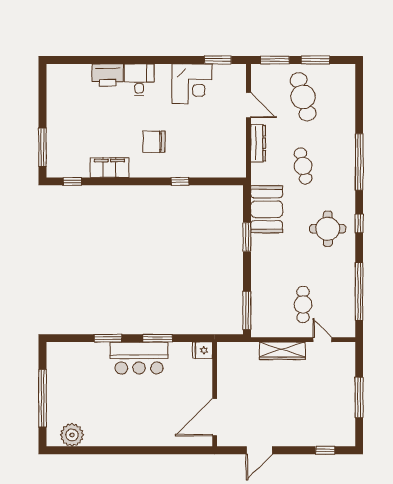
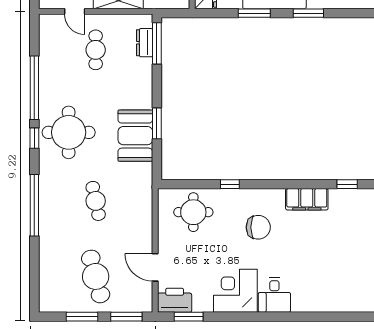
printer: (108, 75) -> (175, 300), moved
corner desk: (192, 84) -> (235, 291), moved
dresser: (258, 143) -> (145, 43), moved, width x0.70
round table: (213, 156) -> (193, 212), added
booth: (267, 209) -> (135, 136), moved
round table: (328, 229) -> (69, 132), width x1.36, depth x1.36
window: (359, 292) -> (34, 88), moved

